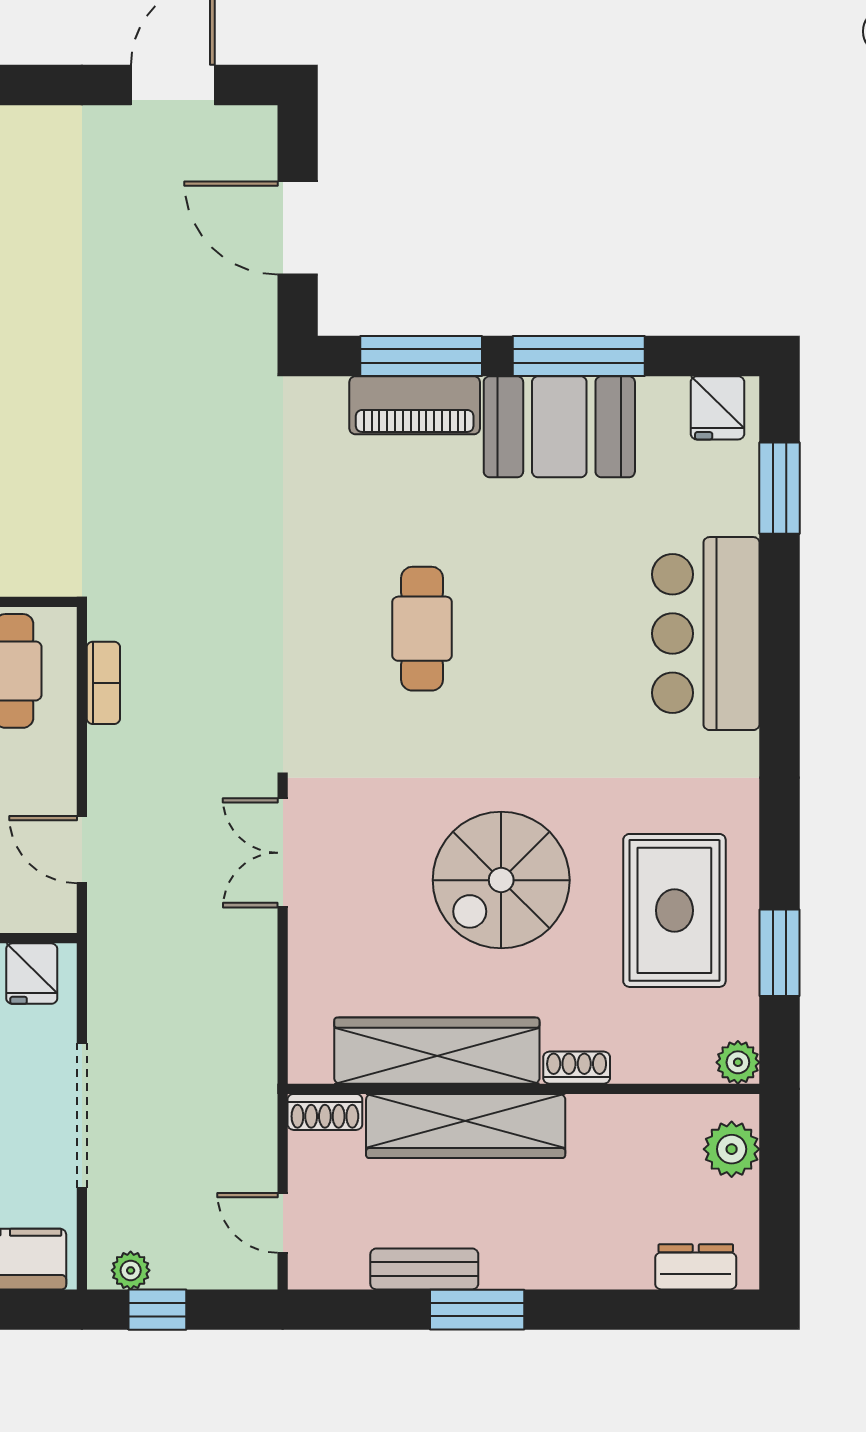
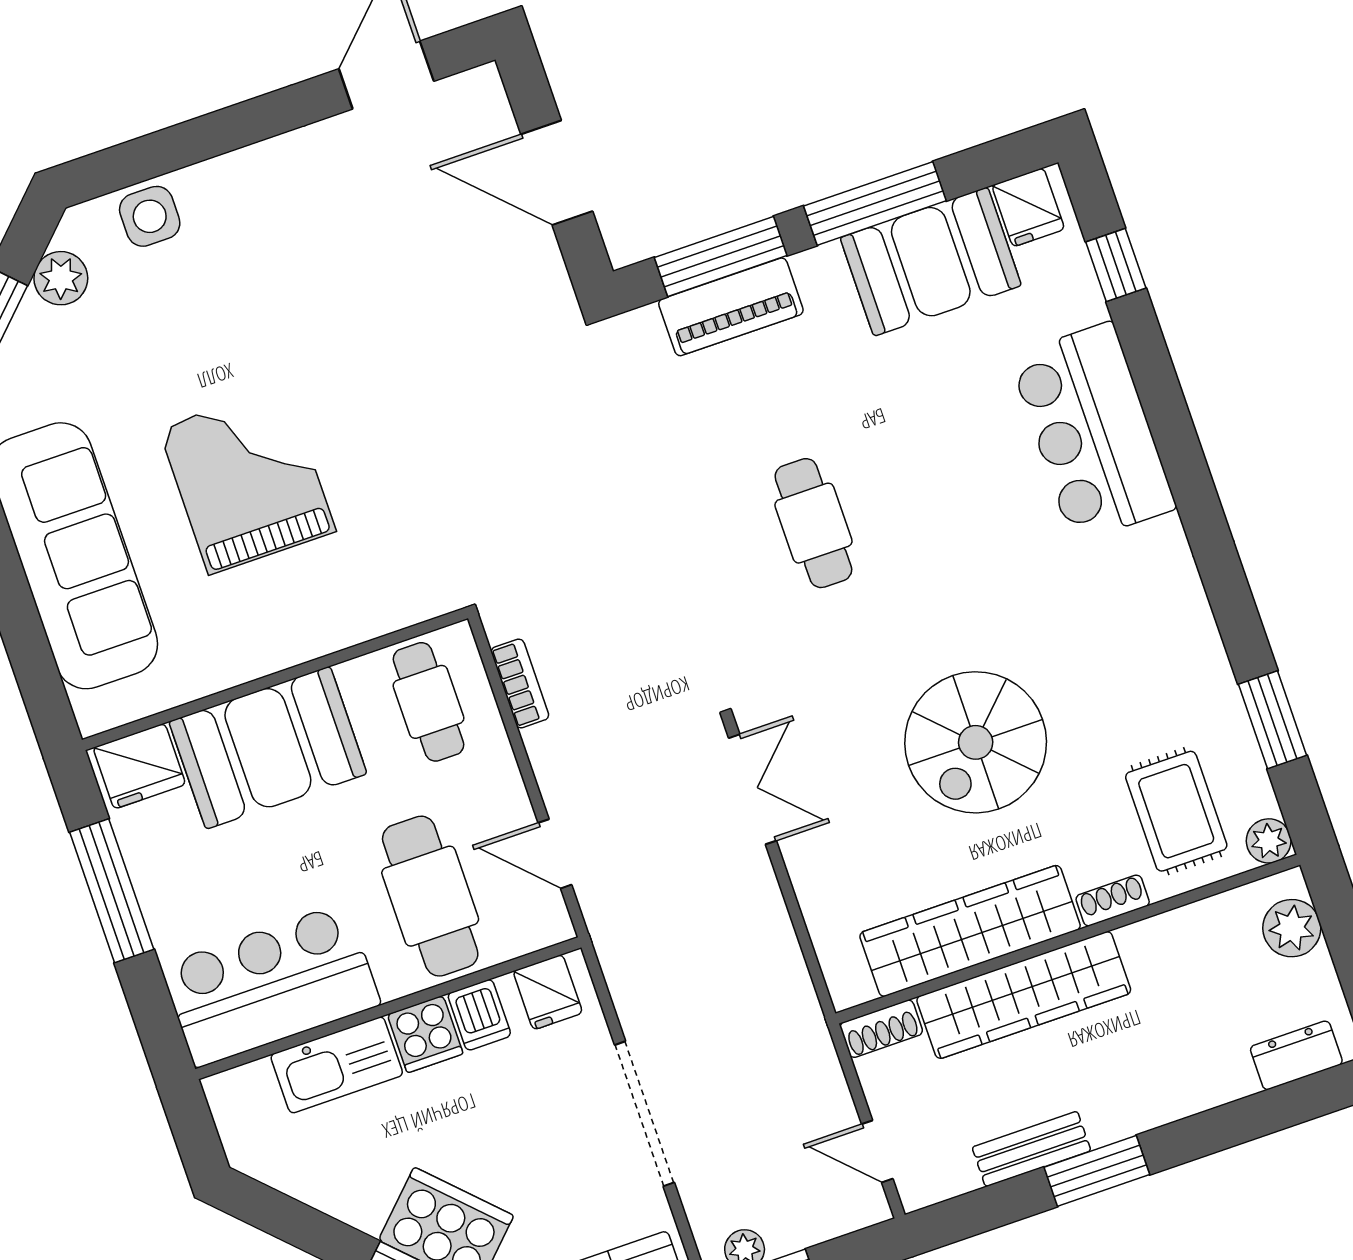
booth: (559, 427) -> (931, 262), moved
window: (779, 488) -> (1116, 265), width x0.67
double door: (283, 853) -> (753, 789), swing flipped
rug: (674, 910) -> (1176, 811), moved, width x0.73, depth x0.70

